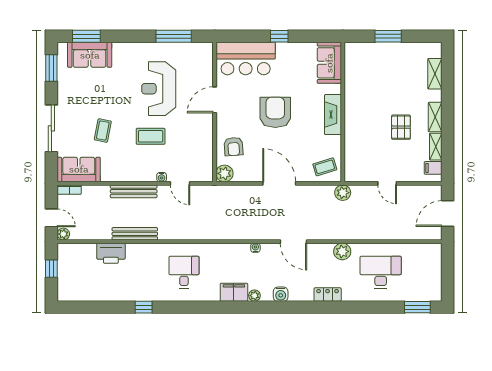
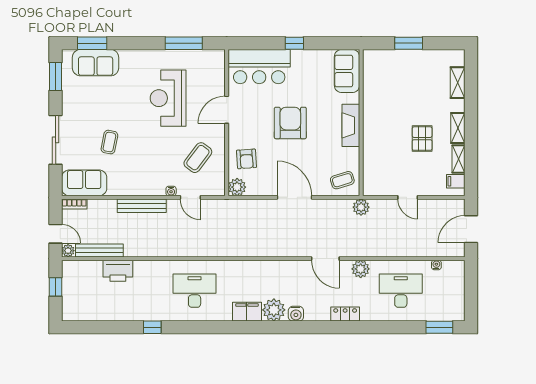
coffee table: (151, 136) -> (198, 158), moved, turned -53
bench: (135, 234) -> (99, 250), moved
door: (293, 242) -> (325, 259), moved
water cooler: (255, 248) -> (436, 265), moved
desk: (184, 272) -> (195, 291), width x1.37
plant: (254, 296) -> (274, 310), width x1.88, depth x1.88

